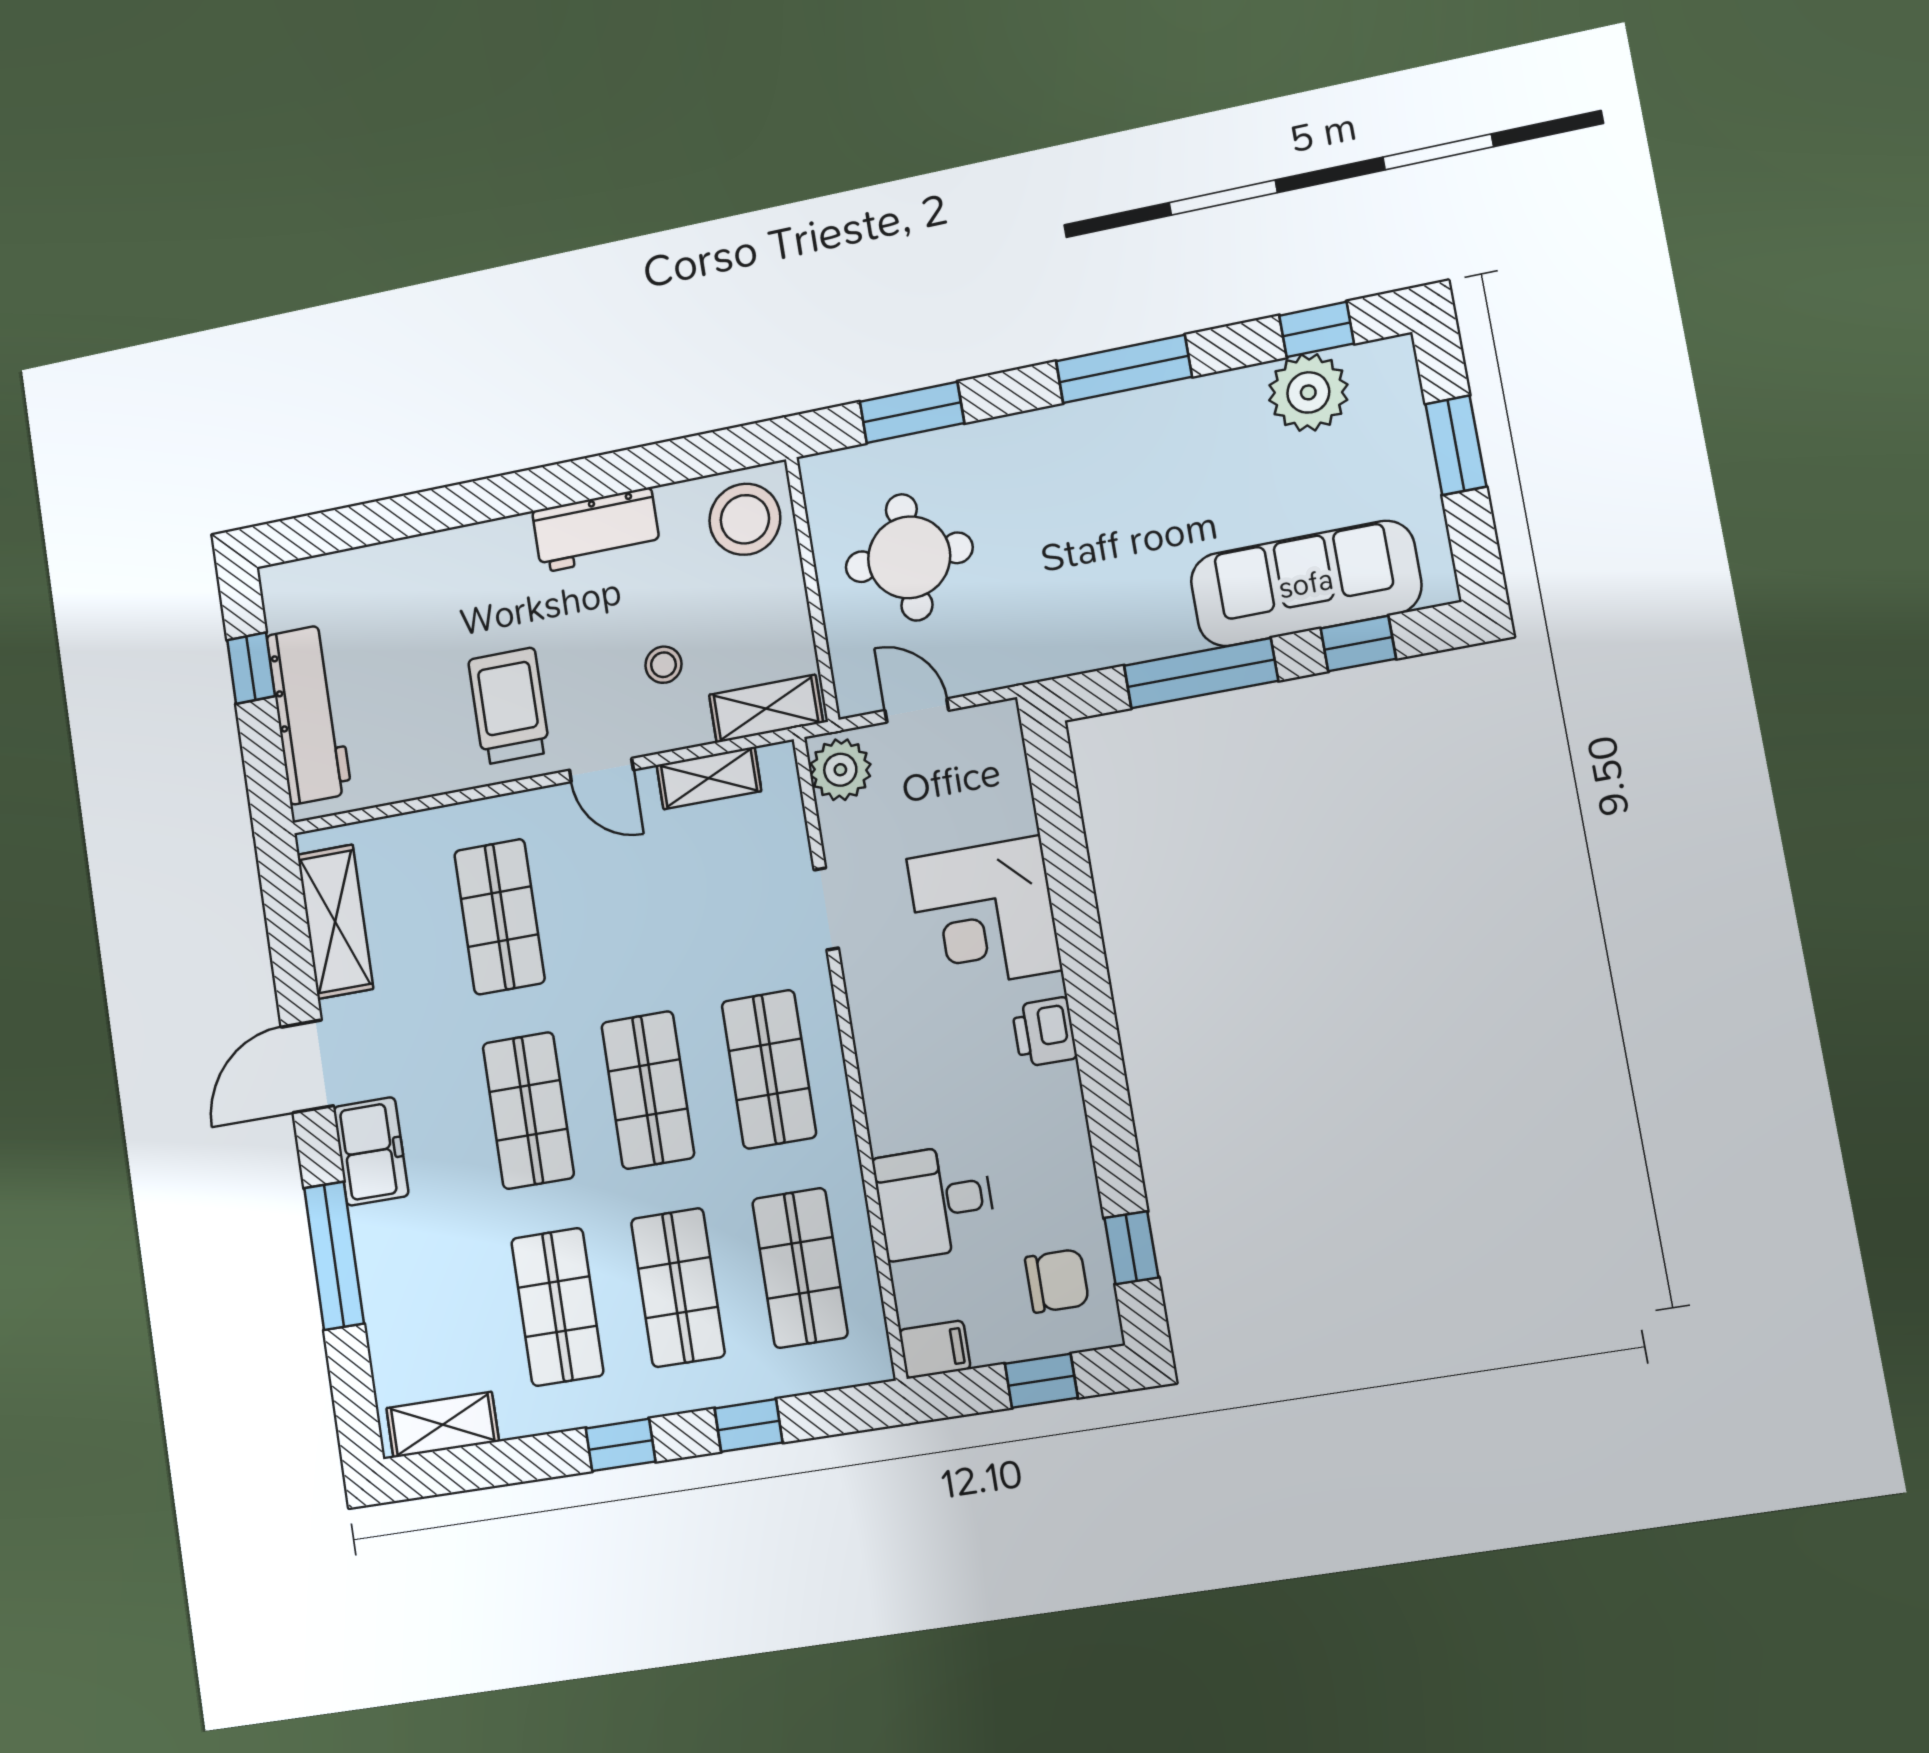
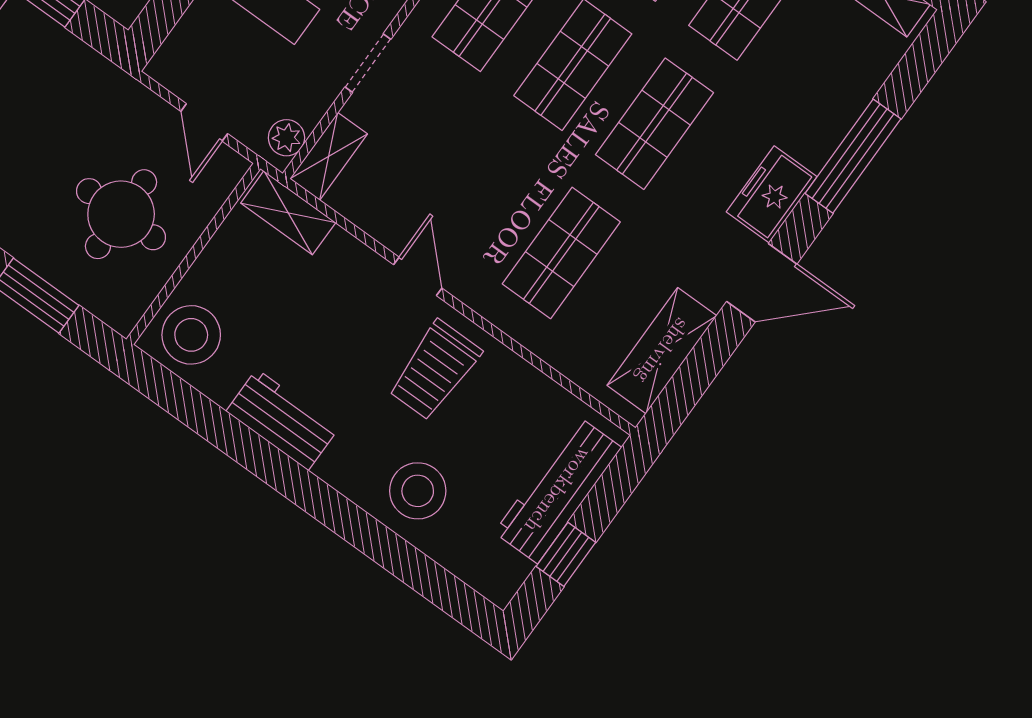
stool: (663, 665) -> (418, 491), moved, width x1.89, depth x1.89
plant: (840, 770) -> (286, 138), width x0.73, depth x0.73
shelving: (709, 778) -> (329, 156), moved, turned 90

